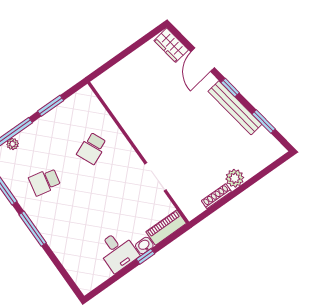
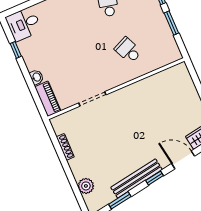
plant: (235, 178) -> (86, 186), moved
desk: (118, 251) -> (24, 24), moved
window: (145, 256) -> (16, 50), moved

